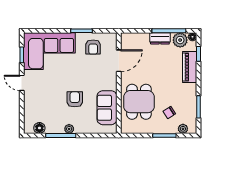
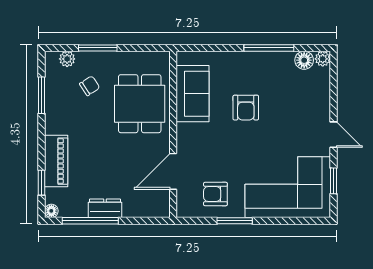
plant: (180, 40) -> (72, 206), removed
armchair: (93, 47) -> (215, 194), turned -90
plant: (69, 129) -> (323, 59), moved

